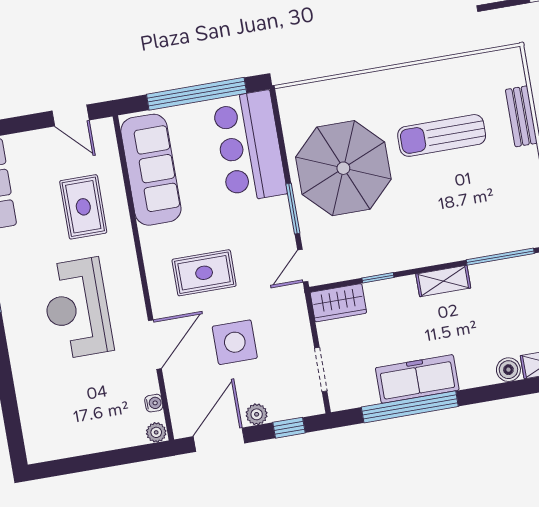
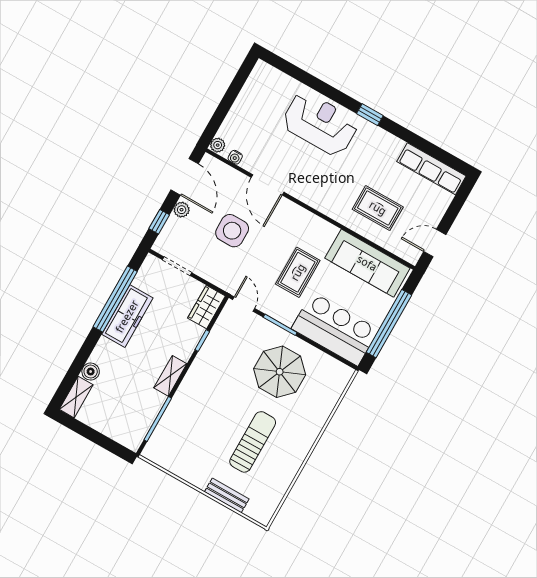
parasol: (343, 168) -> (280, 372), width x0.73, depth x0.73
rug: (204, 273) -> (298, 272), moved
reception desk: (77, 308) -> (320, 124), moved

